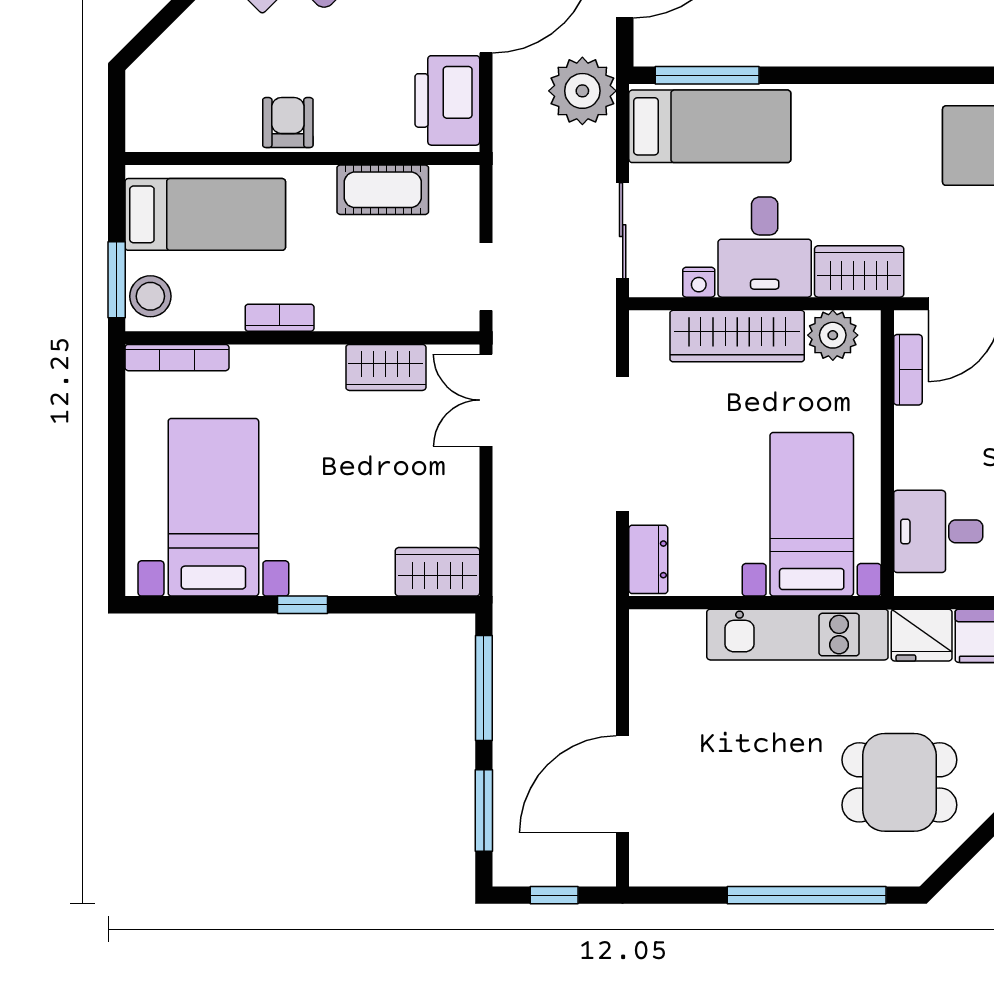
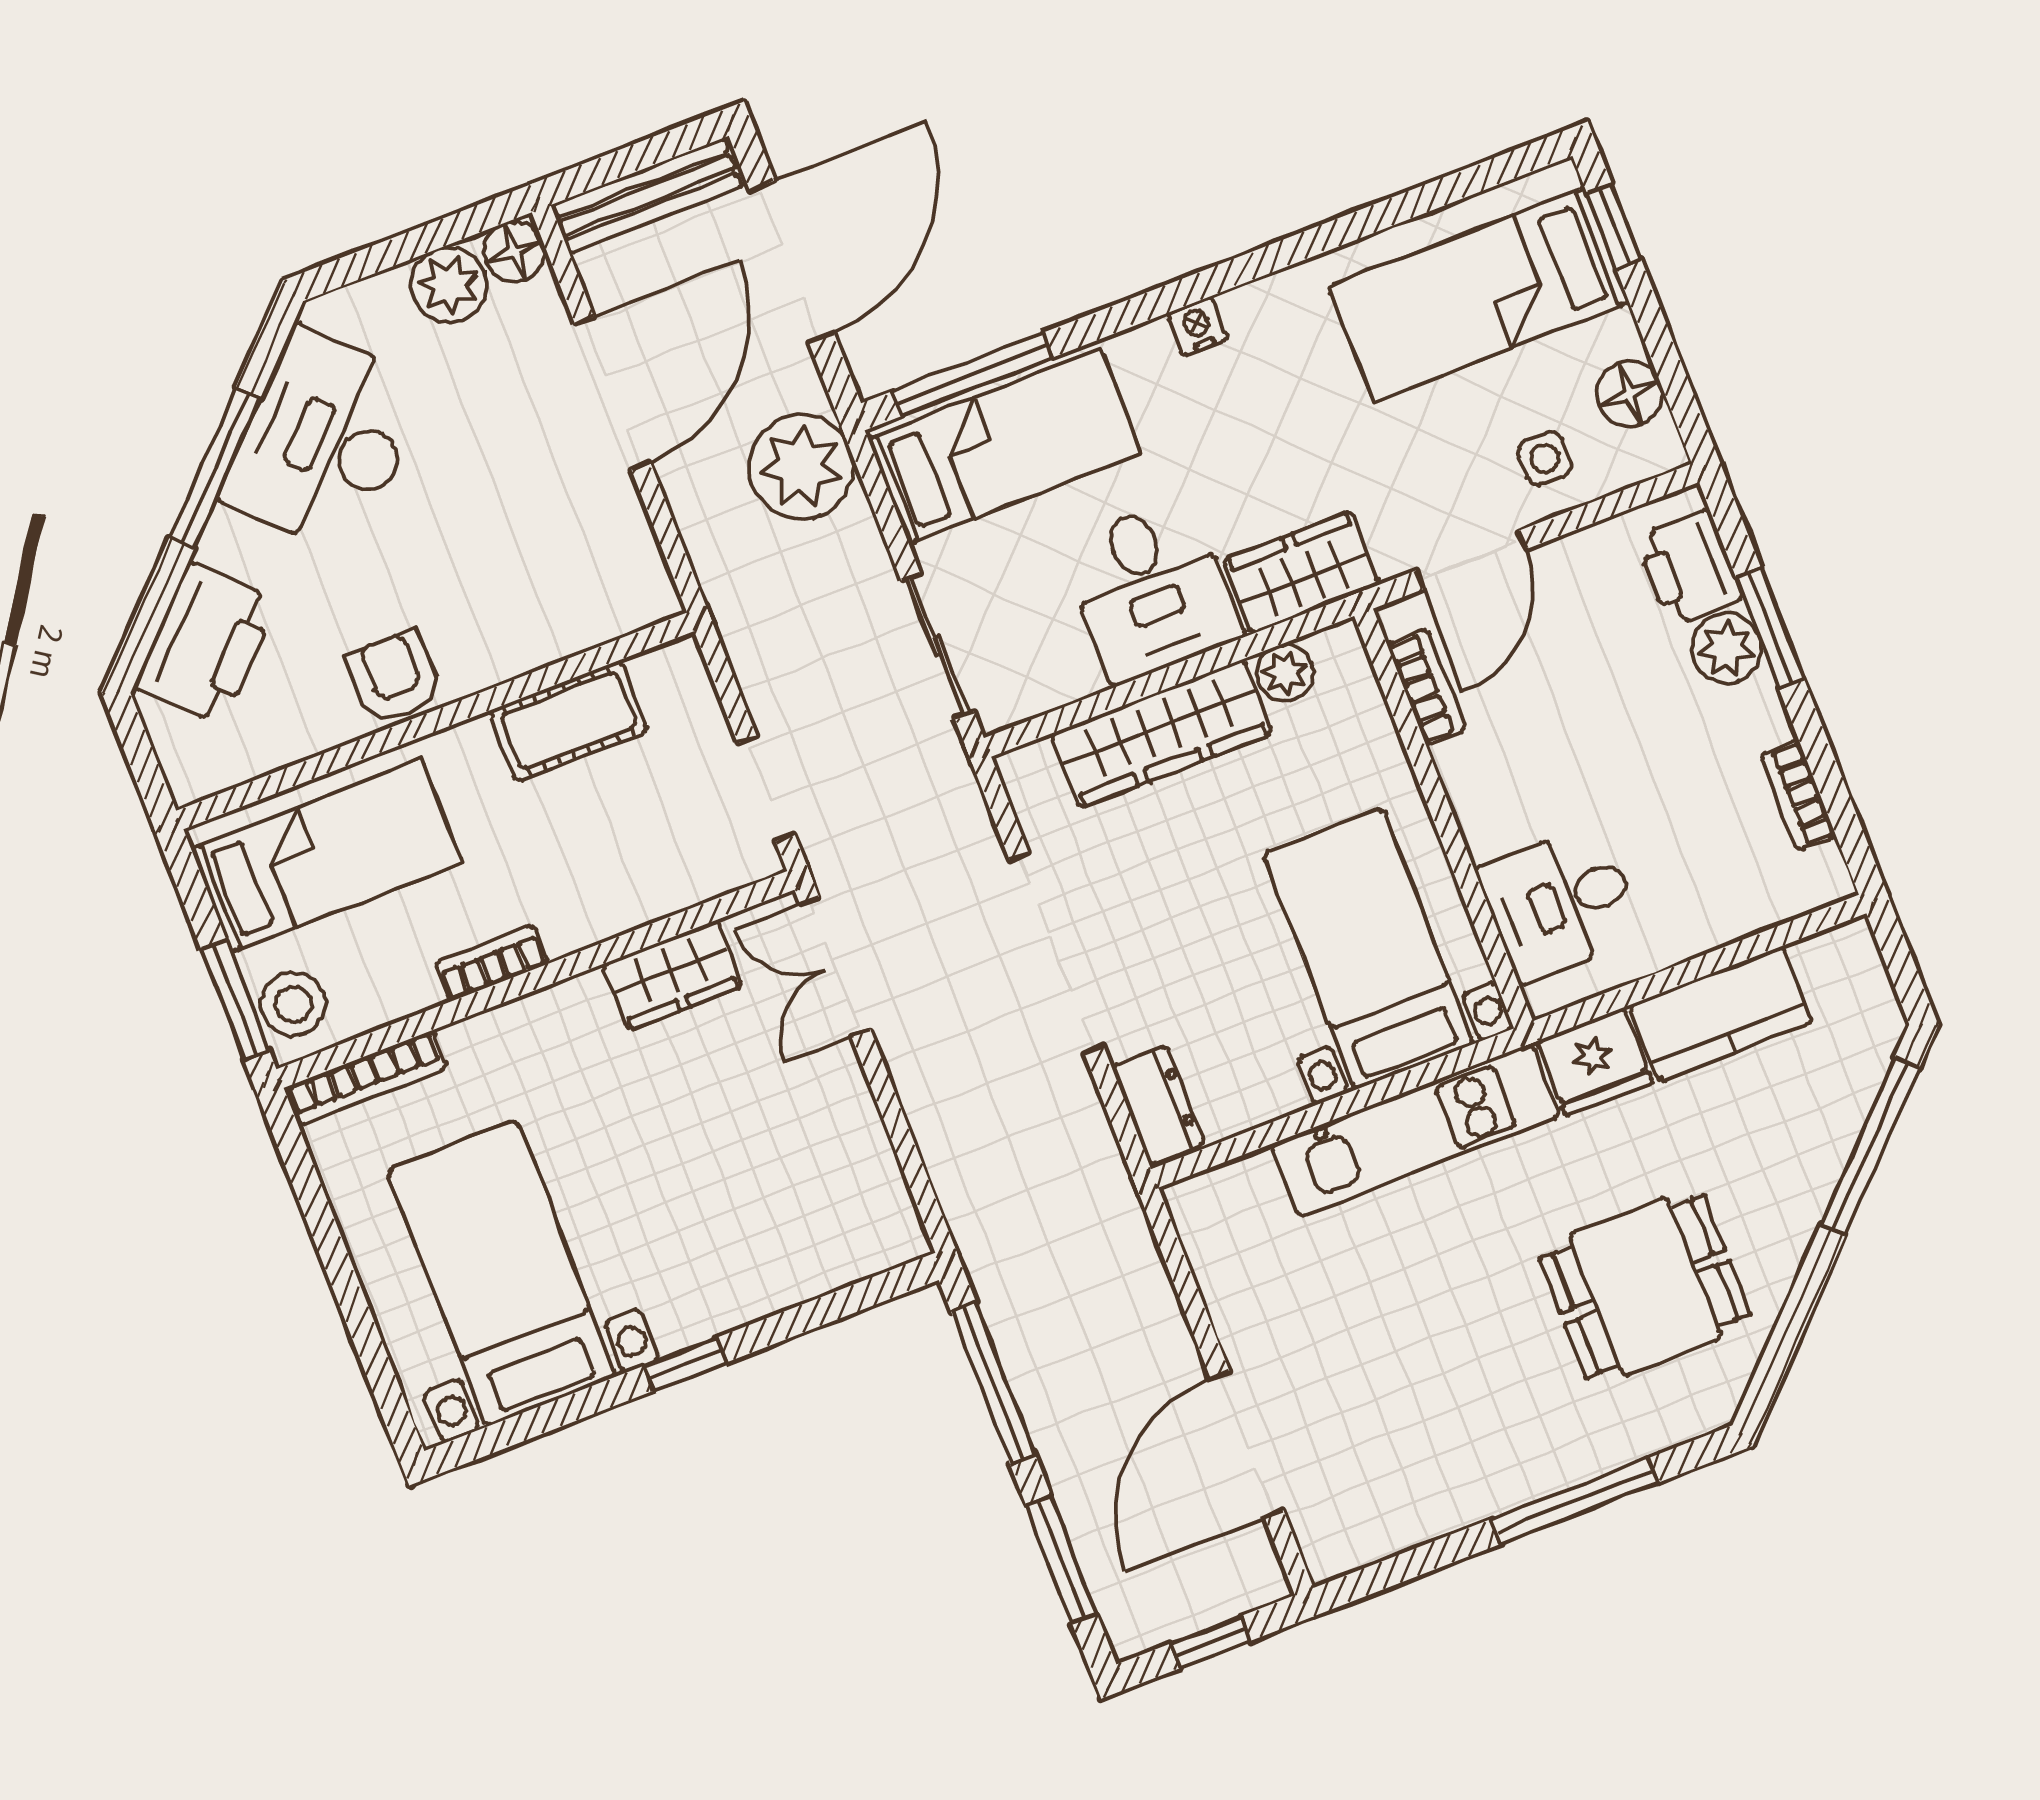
printer: (447, 100) -> (206, 644), moved, turned -135
nightstand: (699, 282) -> (1197, 326), moved, turned 180
plant: (833, 335) -> (1285, 673), width x0.73, depth x0.73
wardrobe: (437, 572) -> (861, 1241), removed
window: (807, 895) -> (1574, 1501), width x0.68

